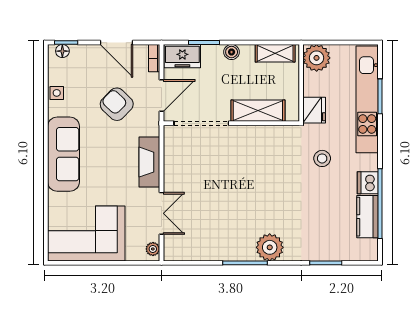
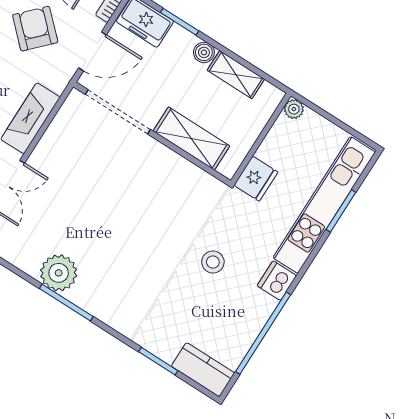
shelving: (275, 53) -> (236, 75), moved
plant: (317, 58) -> (294, 109), width x0.53, depth x0.53
stool: (322, 158) -> (213, 262), moved
dishwasher: (368, 183) -> (277, 281), moved
kitchen counter: (368, 217) -> (203, 370), moved, turned 90
plant: (270, 247) -> (59, 273), moved

